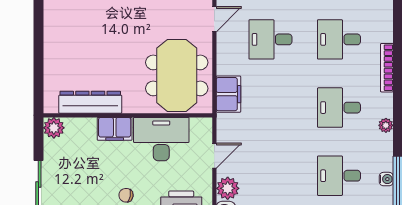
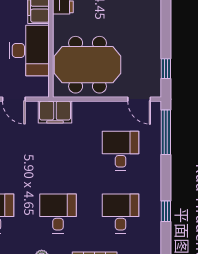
filing cabinet: (228, 94) -> (55, 112), moved

